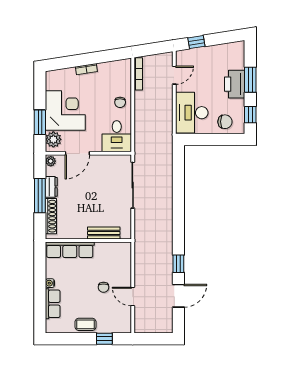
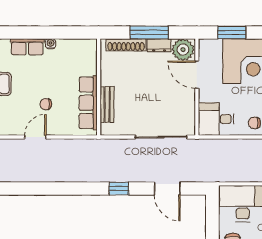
plant: (53, 139) -> (213, 48), removed
plant: (51, 161) -> (183, 50), width x1.88, depth x1.88
row of seats: (70, 250) -> (88, 103), moved
window: (178, 264) -> (119, 188), moved
door: (178, 296) -> (167, 188), moved

